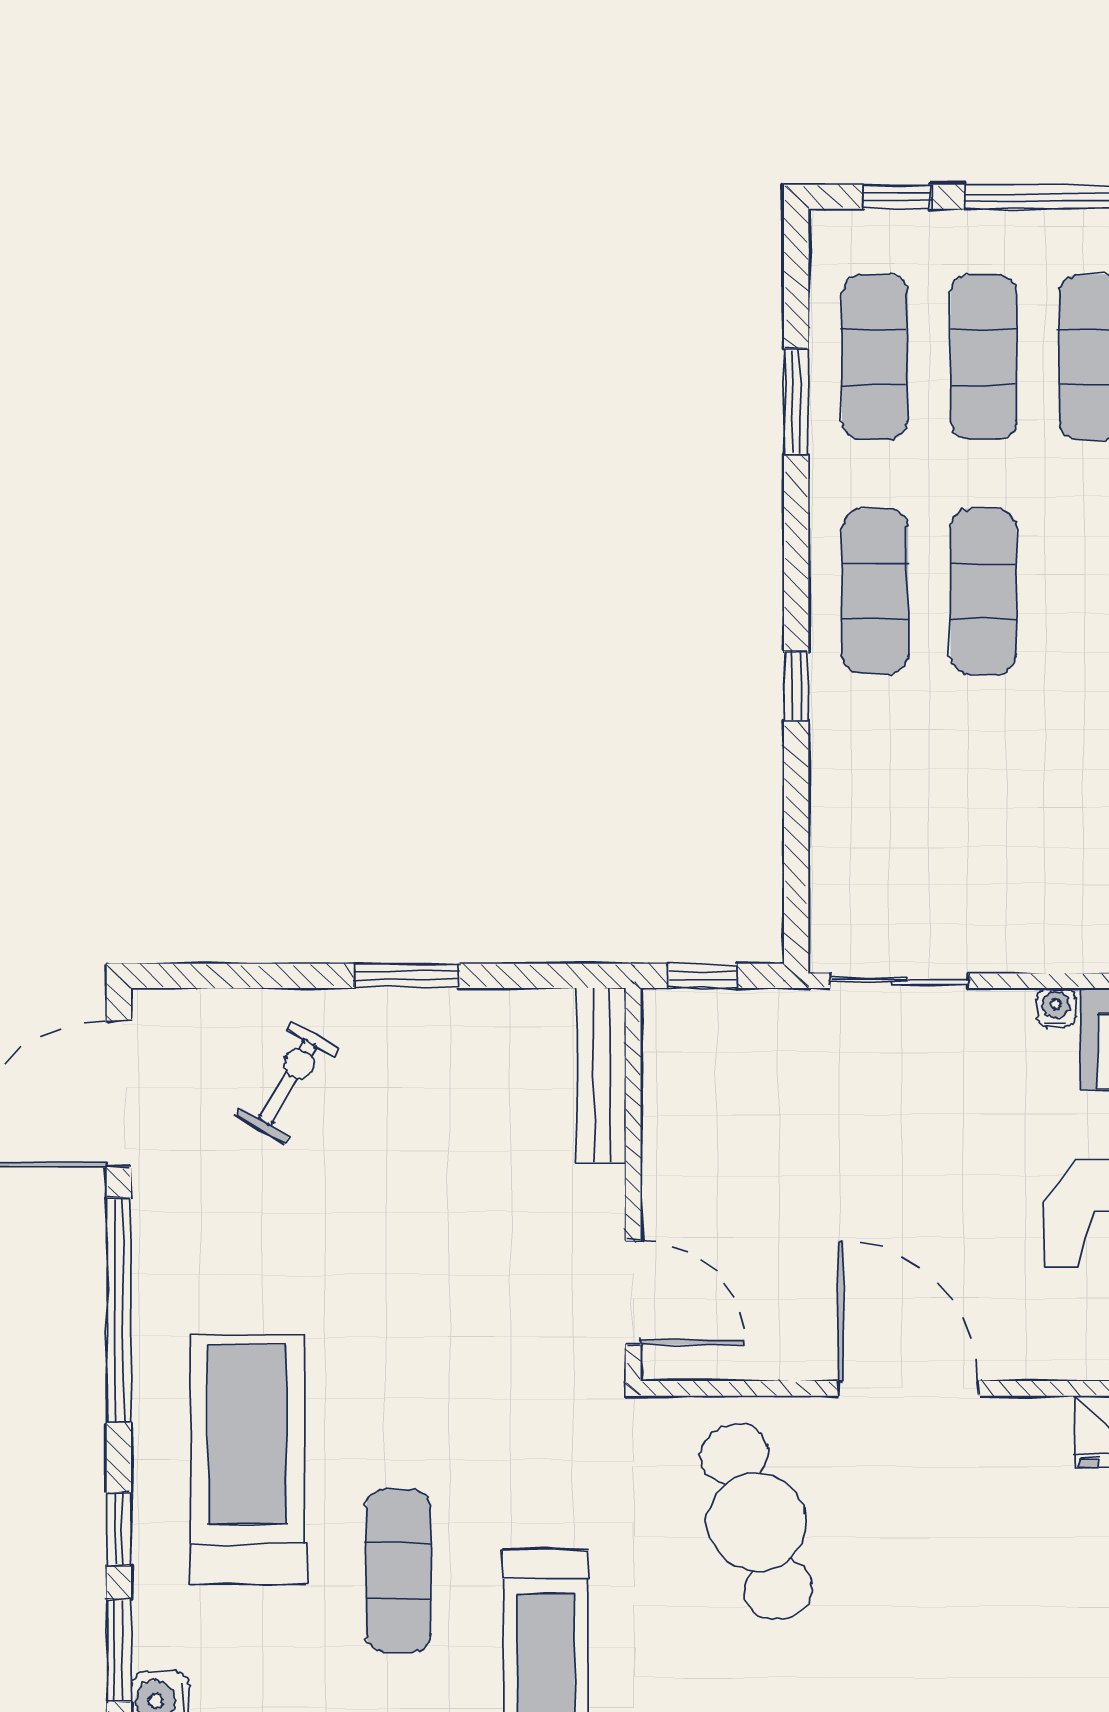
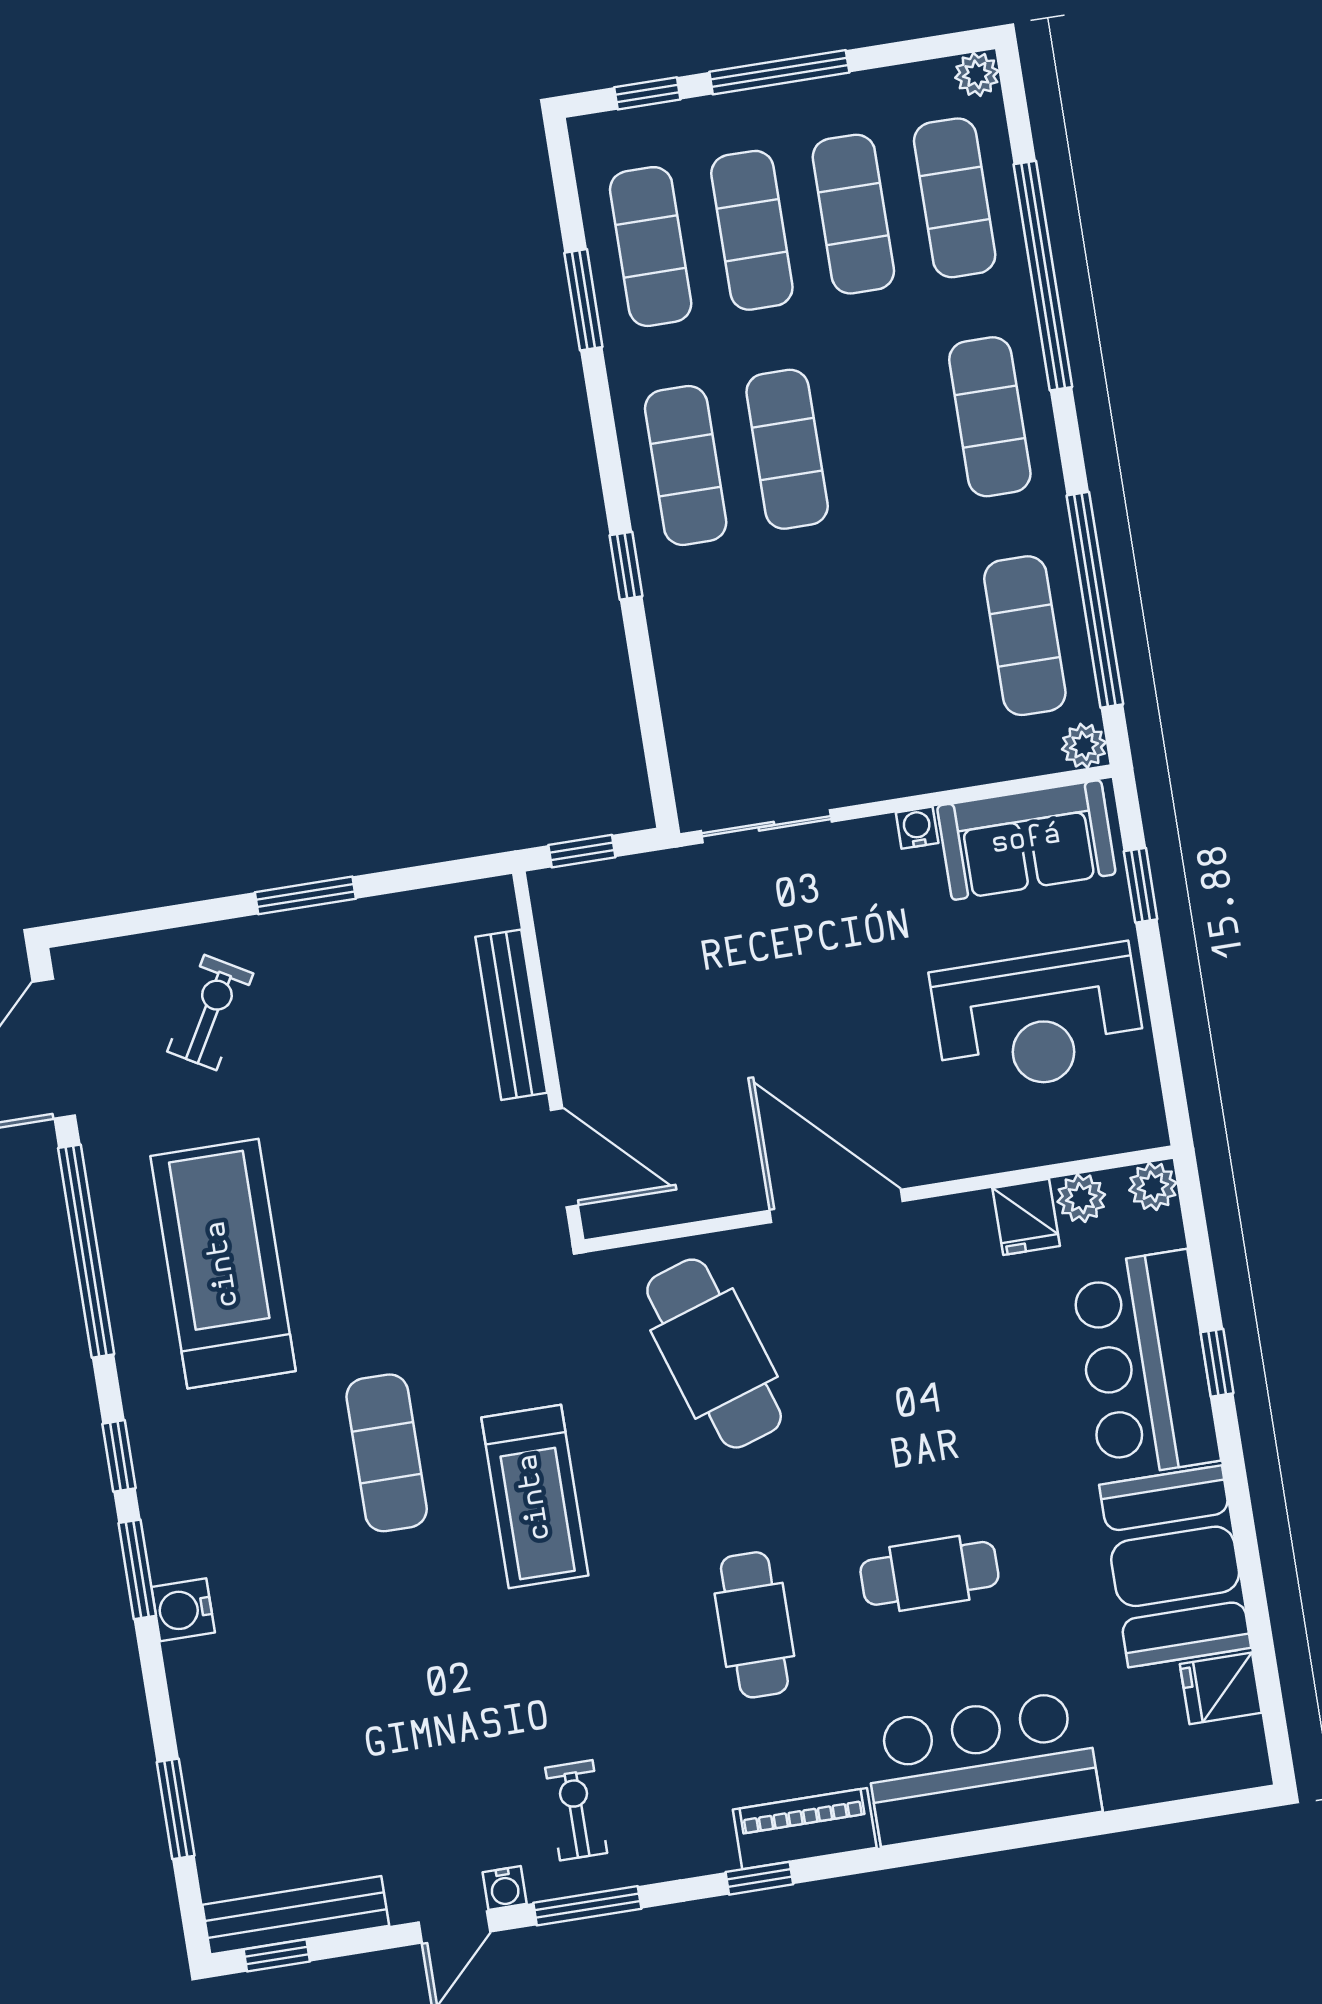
bench: (601, 1075) -> (511, 1015), moved
treadmill: (247, 1459) -> (223, 1264), moved

